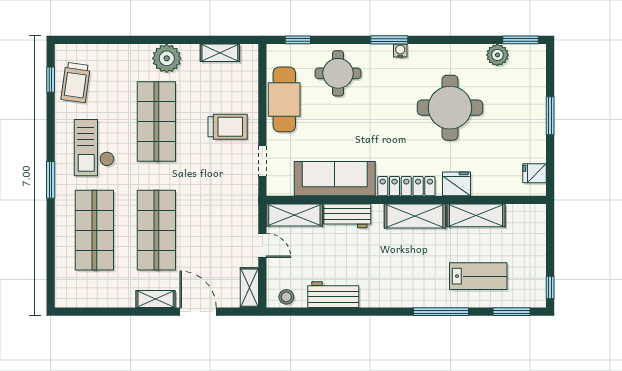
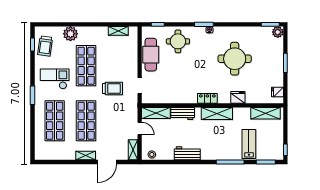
plant: (497, 55) -> (278, 32), moved
plant: (167, 58) -> (70, 34), moved
trolley: (228, 127) -> (113, 89), moved
checkout: (94, 148) -> (55, 79), turned 90
sofa: (335, 179) -> (176, 95), removed
locker: (406, 186) -> (207, 98), width x0.66
shelving: (476, 215) -> (265, 113), moved
lab bench: (478, 276) -> (249, 144), turned -90
workbench: (333, 295) -> (187, 153), moved
door: (198, 312) -> (107, 162), swing flipped

